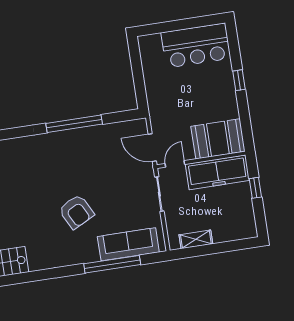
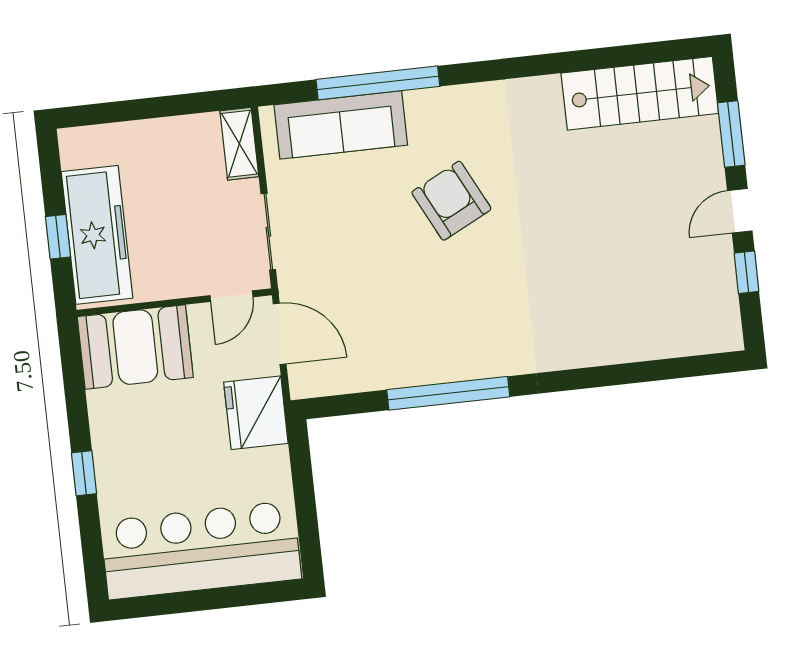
bar counter: (196, 46) -> (201, 550), width x1.36
fridge: (162, 111) -> (256, 413), added
freezer: (217, 172) -> (97, 235), moved, turned 90
shelving: (196, 239) -> (239, 144), moved, turned 90

